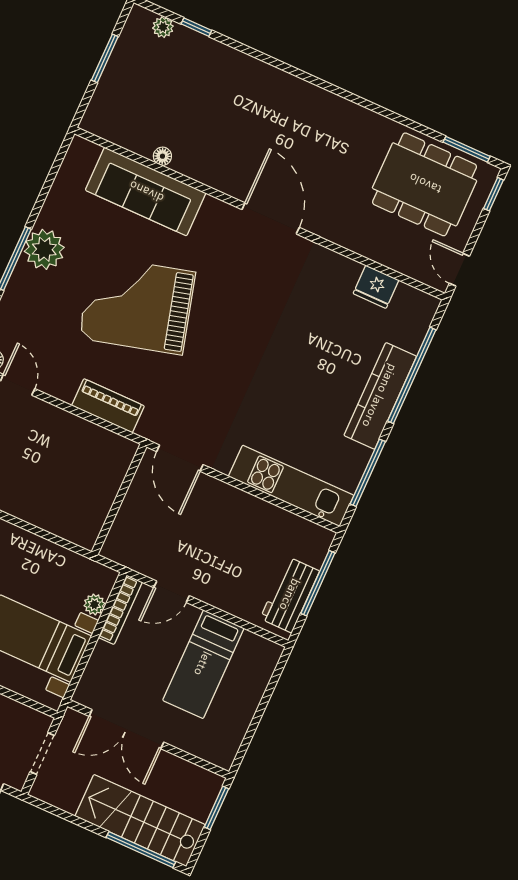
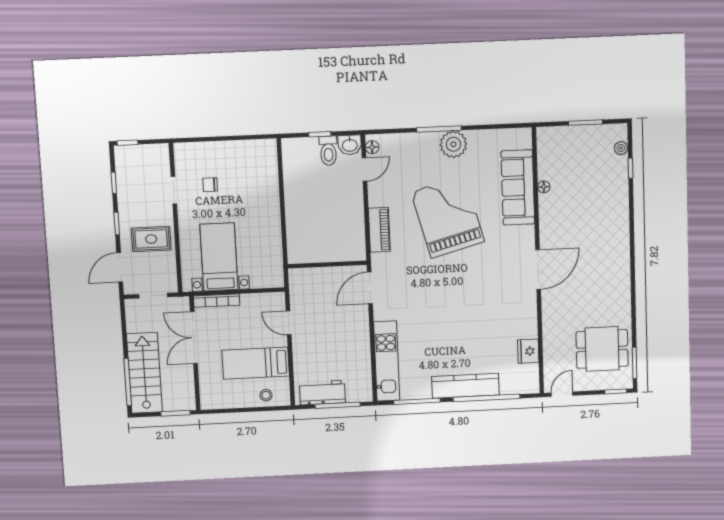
dining table: (425, 184) -> (602, 349), width x0.73
plant: (94, 604) -> (257, 282), removed
bookcase: (120, 610) -> (217, 301), moved
stool: (254, 673) -> (266, 395), added

